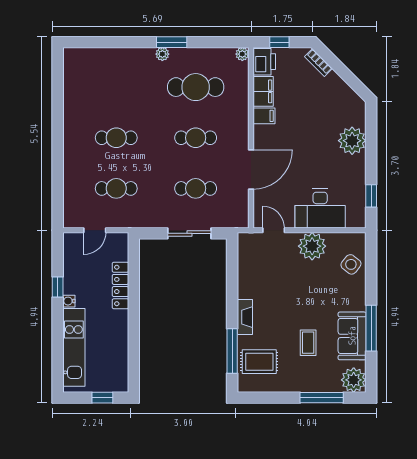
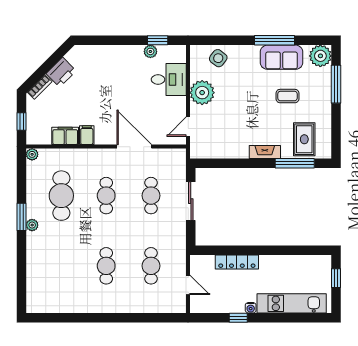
printer: (264, 62) -> (61, 72), moved, turned 135
plant: (352, 141) -> (150, 51), moved, width x0.53, depth x0.53
desk: (320, 209) -> (169, 79), width x0.73

